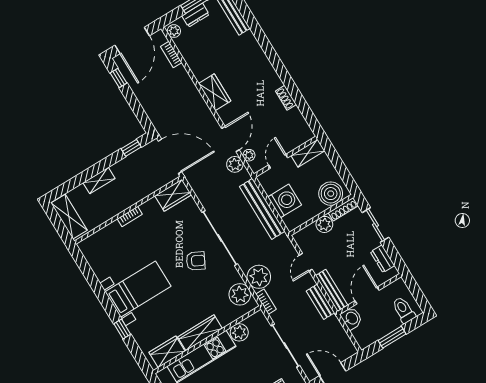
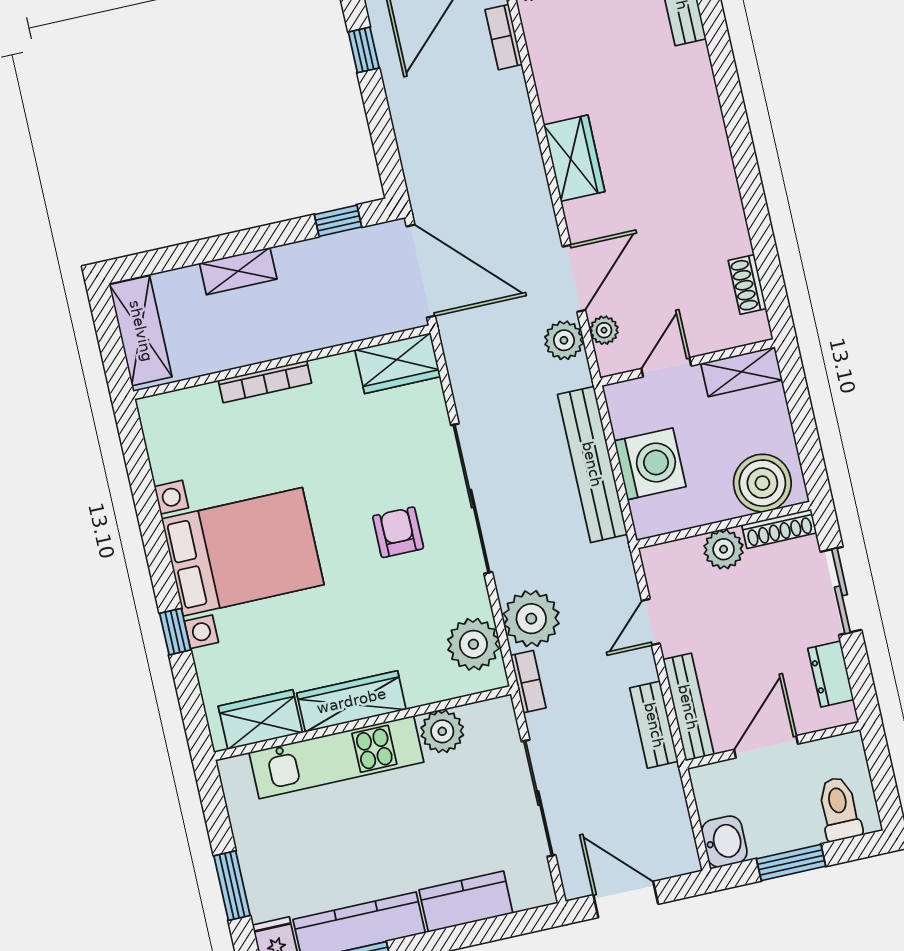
shoe rack: (286, 98) -> (747, 284), moved
bookcase: (130, 216) -> (265, 382), width x1.56
armchair: (196, 261) -> (398, 532), turned -117
bed with nightstands: (138, 289) -> (243, 552), width x1.36
washbasin: (351, 318) -> (724, 841), moved

